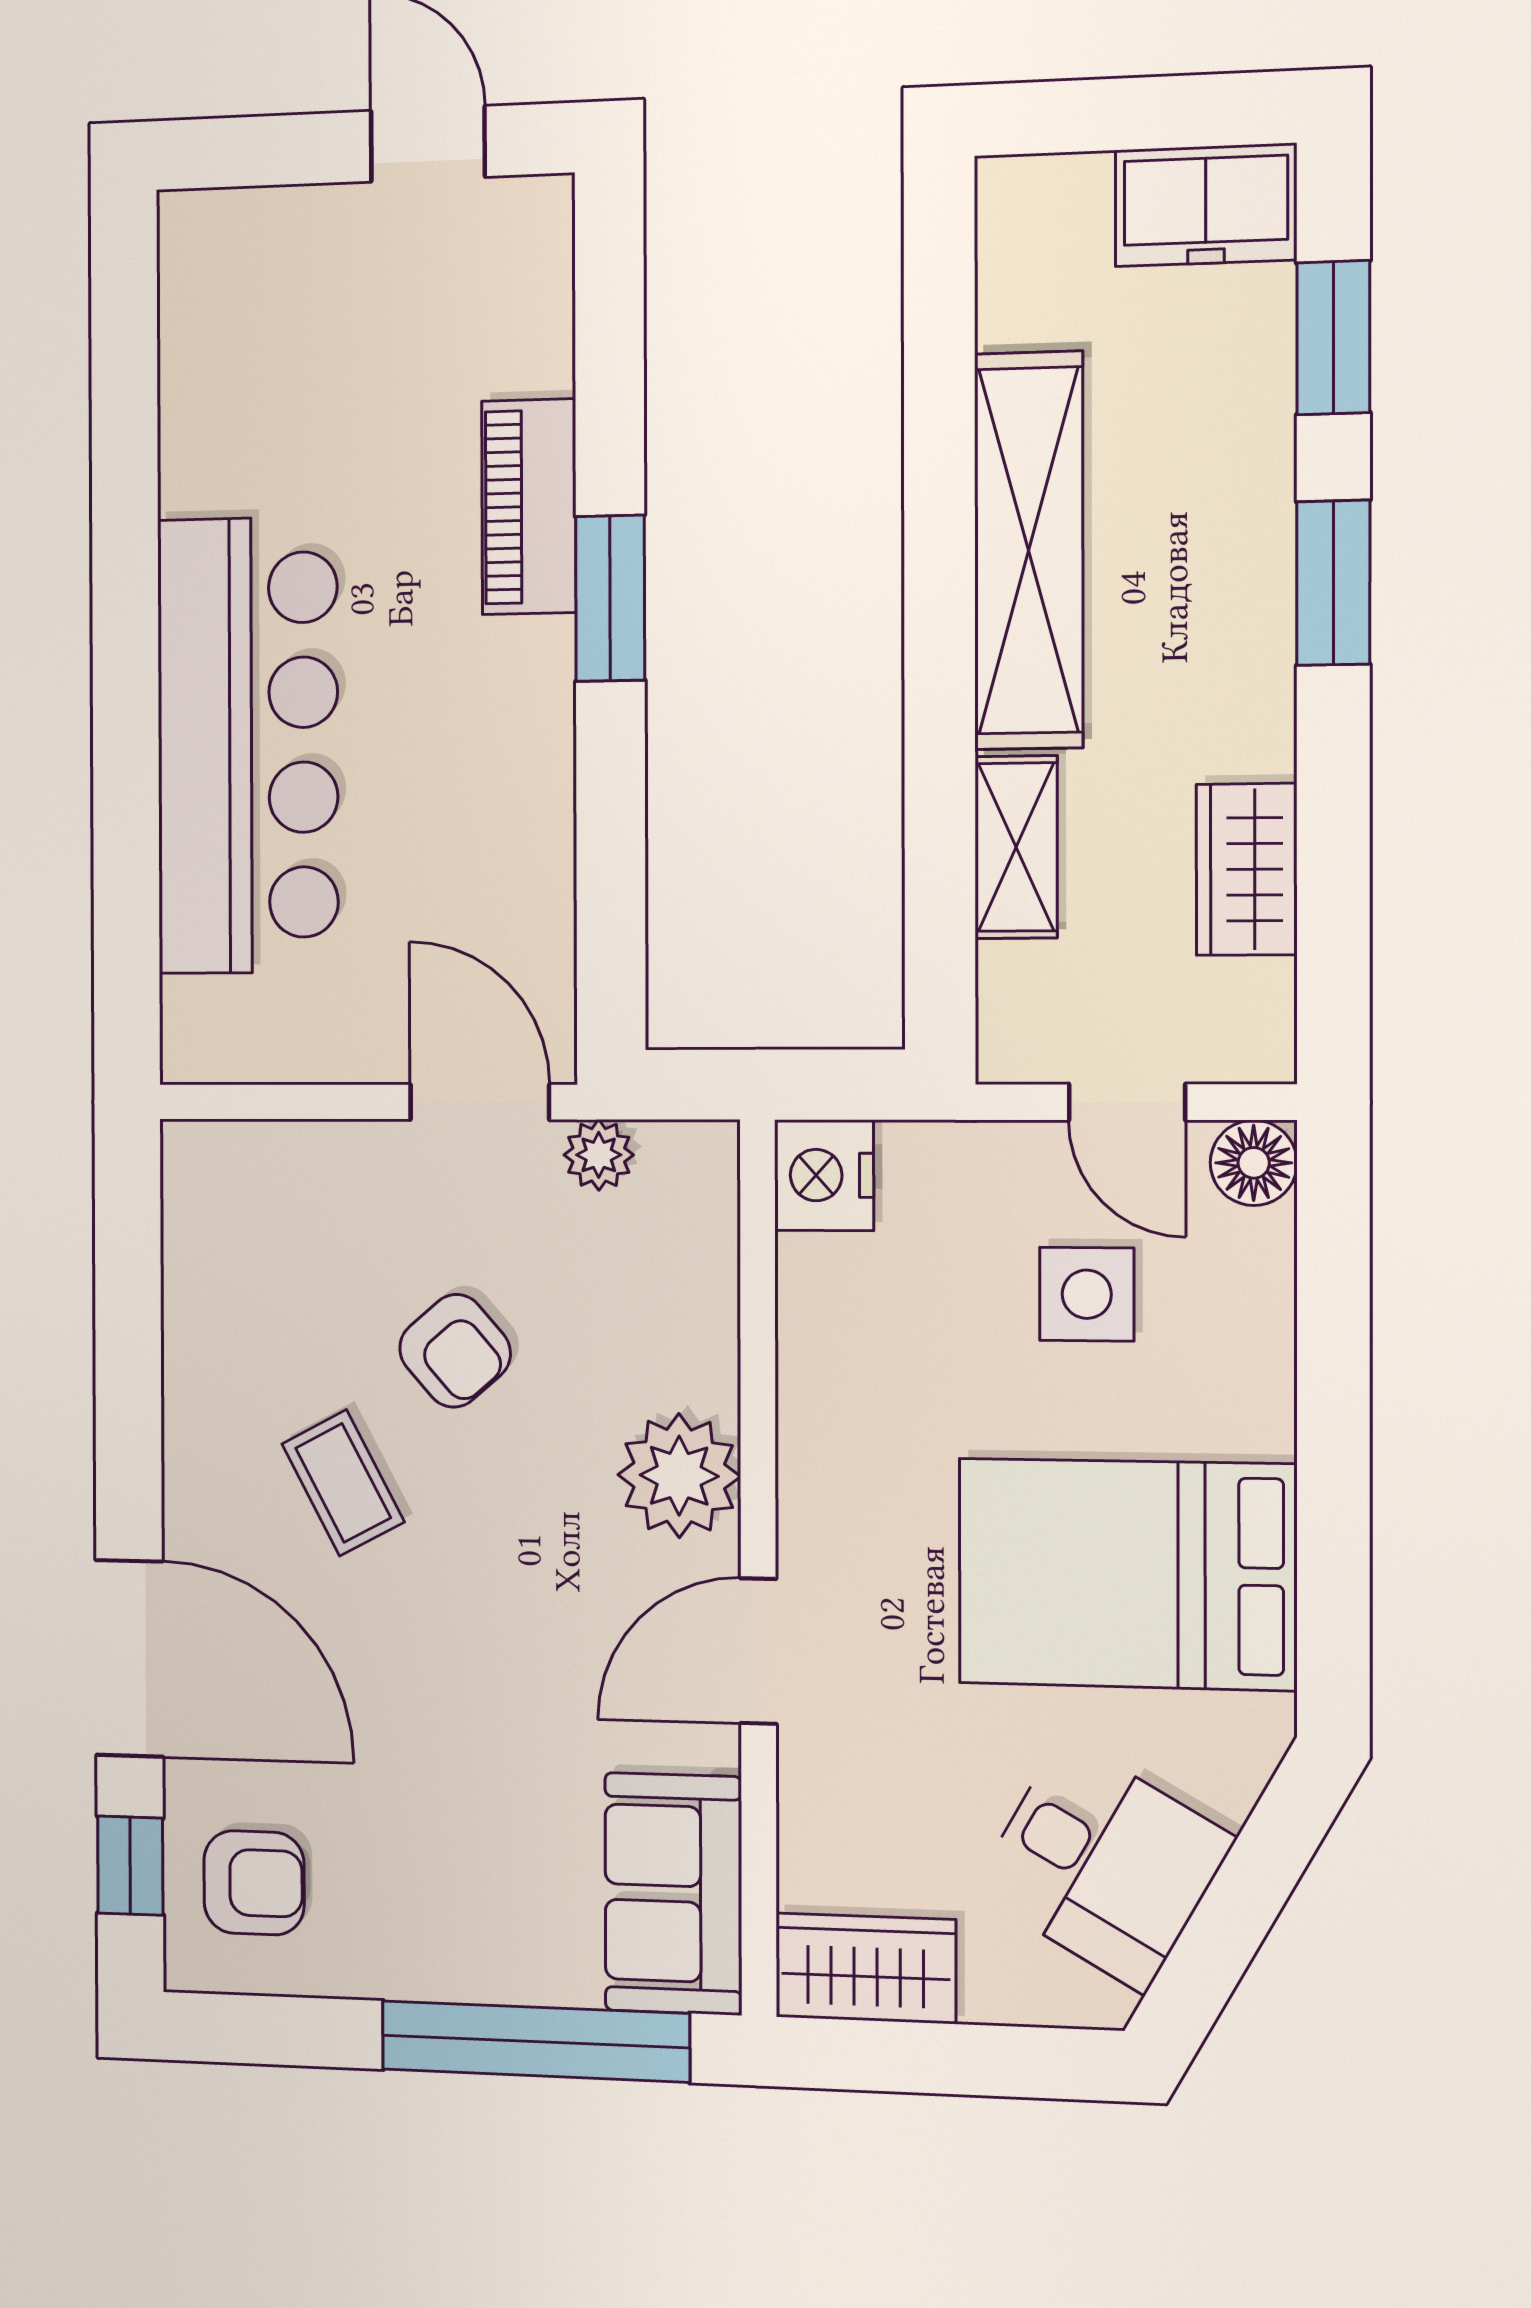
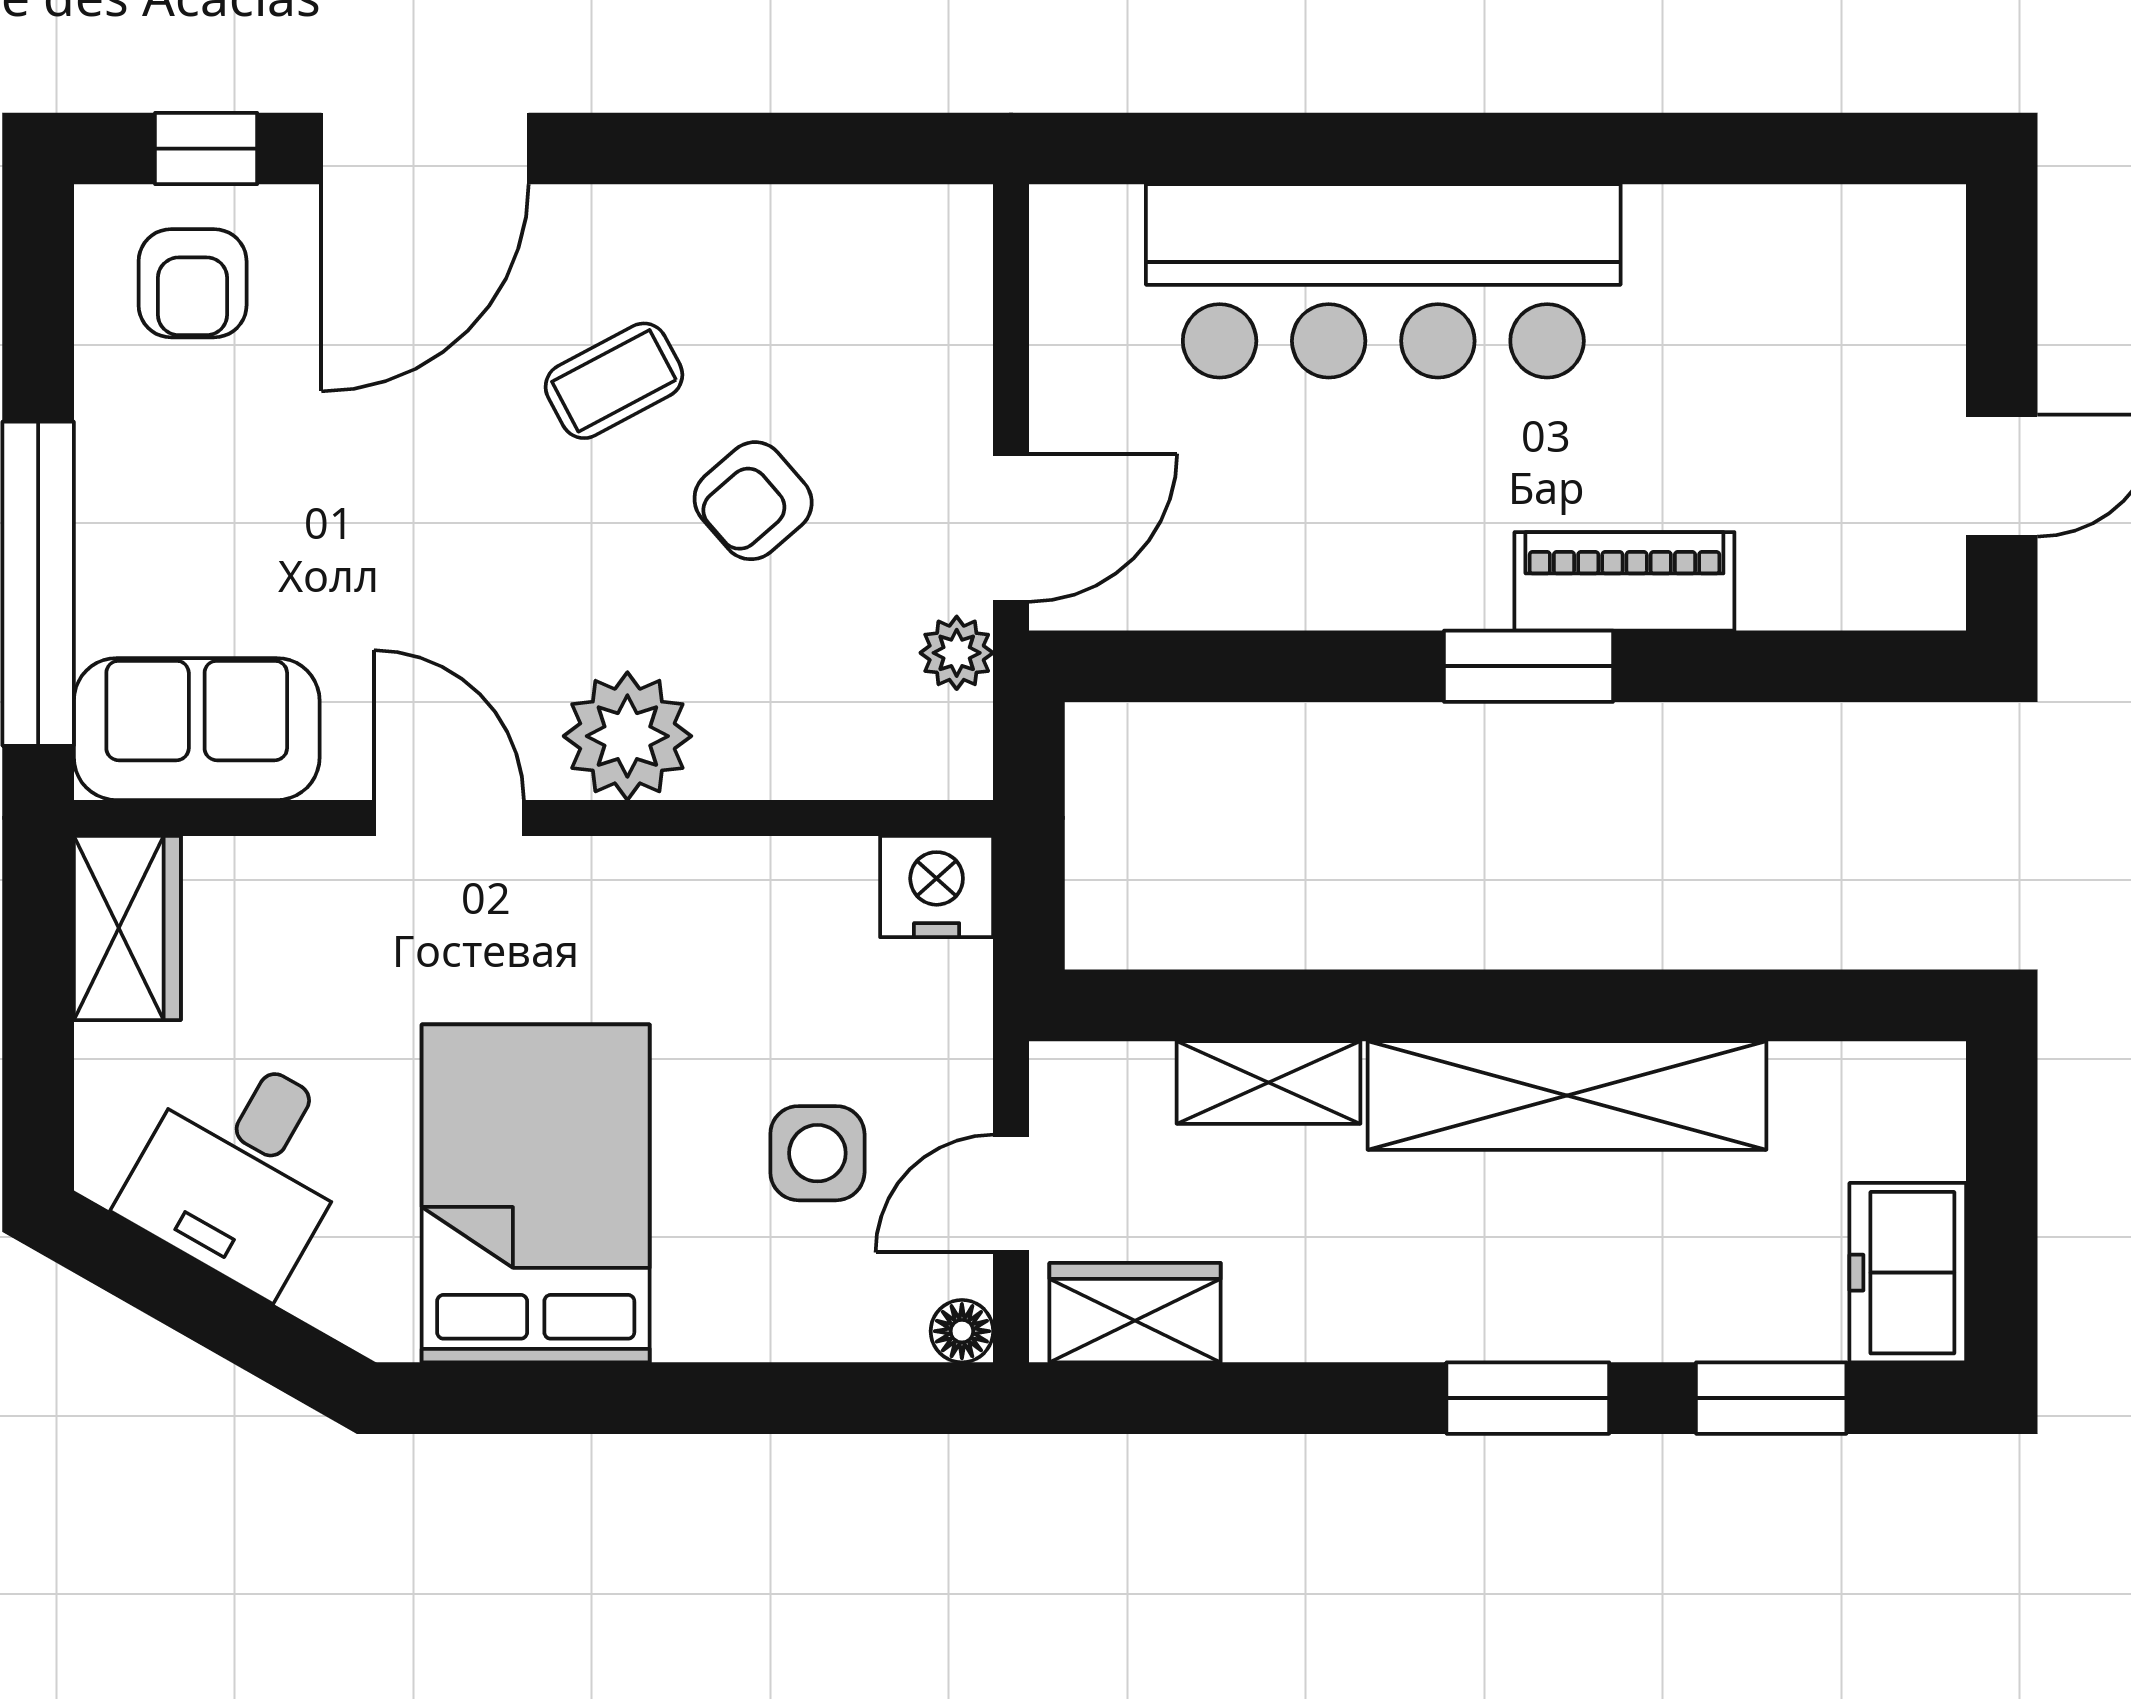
wardrobe: (1247, 869) -> (1135, 1313), moved
floor lamp: (1254, 1163) -> (962, 1331), width x0.73, depth x0.73

